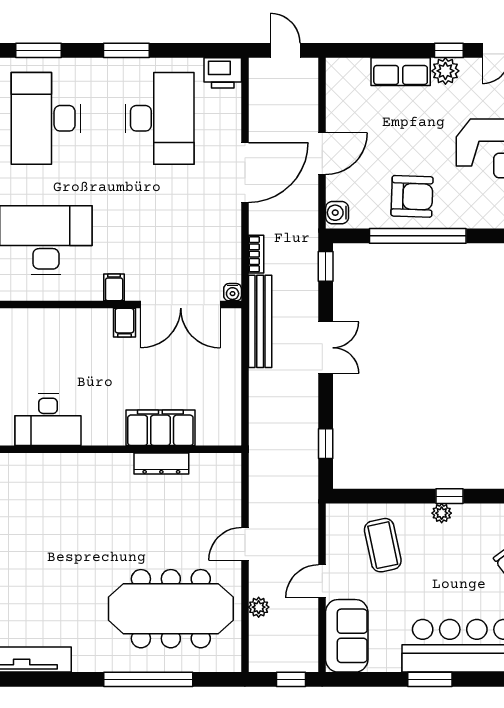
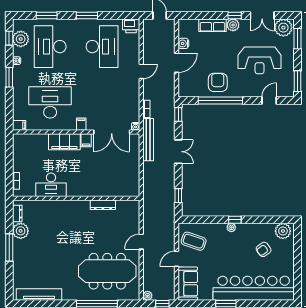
door: (245, 172) -> (141, 71), width x0.53
armchair: (412, 196) -> (218, 82), turned -92
water cooler: (337, 213) -> (183, 43), moved
filing cabinet: (160, 428) -> (64, 142), moved, turned 180
coffee table: (383, 545) -> (194, 241), moved, turned -59
plant: (259, 607) -> (147, 296), moved

